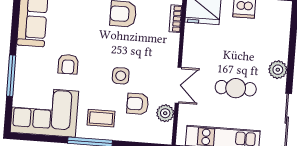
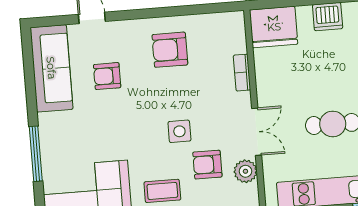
bookcase: (176, 19) -> (242, 73), moved
armchair: (68, 64) -> (107, 76), moved, turned 90

